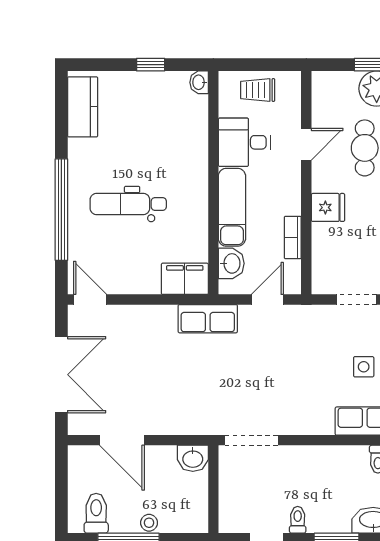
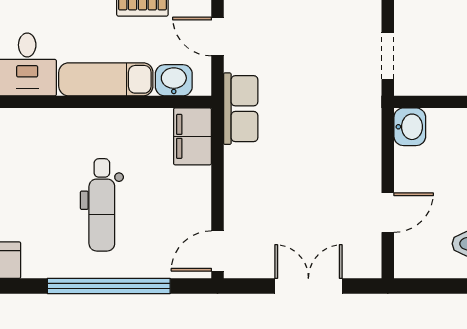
double door: (61, 375) -> (308, 286), width x0.73
door: (122, 440) -> (388, 213), width x0.73
doorway: (251, 440) -> (388, 56), width x0.73

